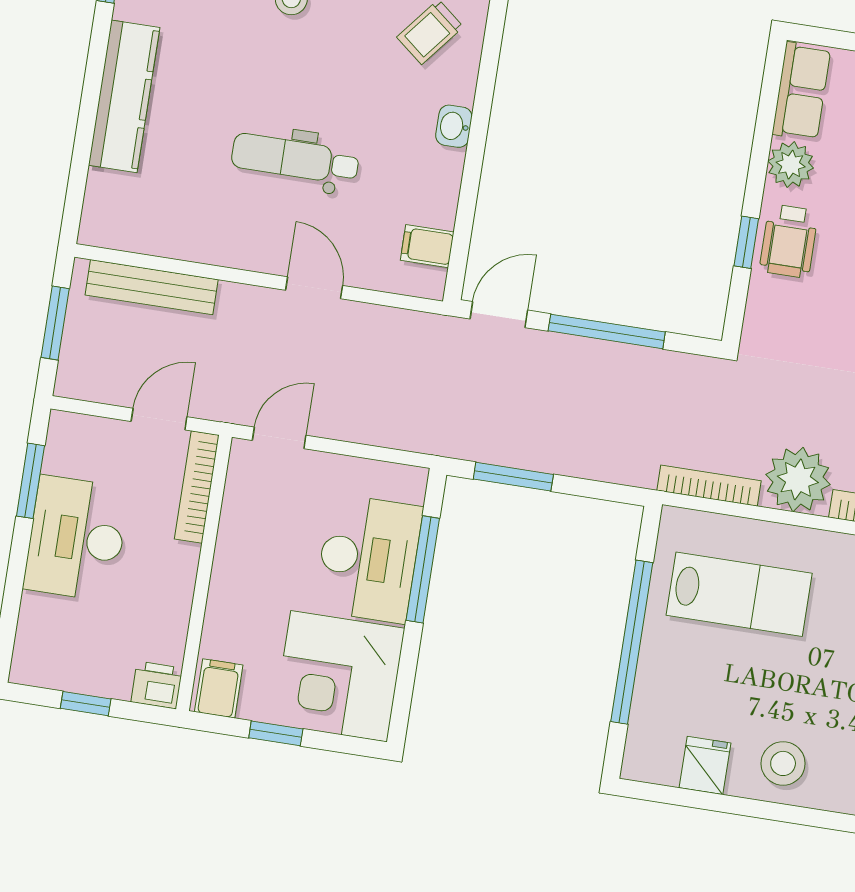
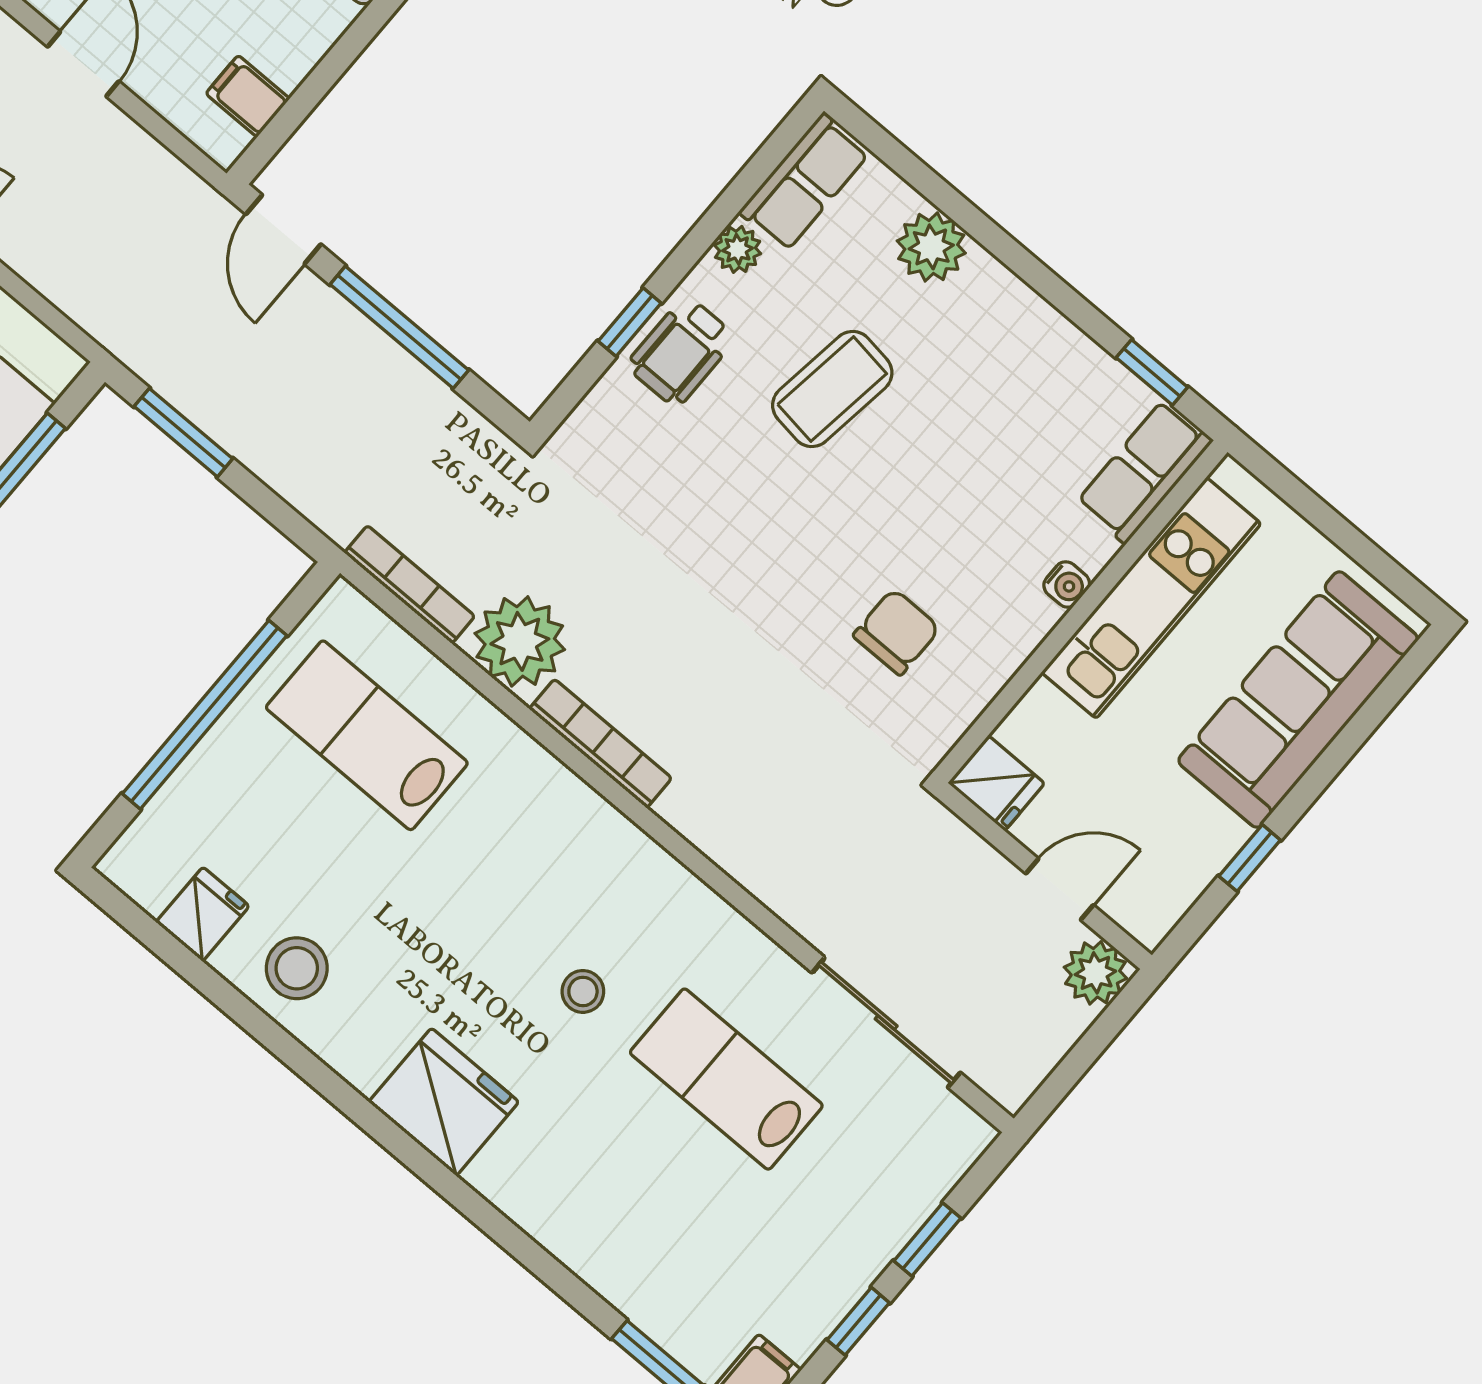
plant: (791, 165) -> (738, 249), width x0.73, depth x0.73
door: (499, 315) -> (283, 229), swing flipped
lab bench: (739, 594) -> (367, 735), turned 180

